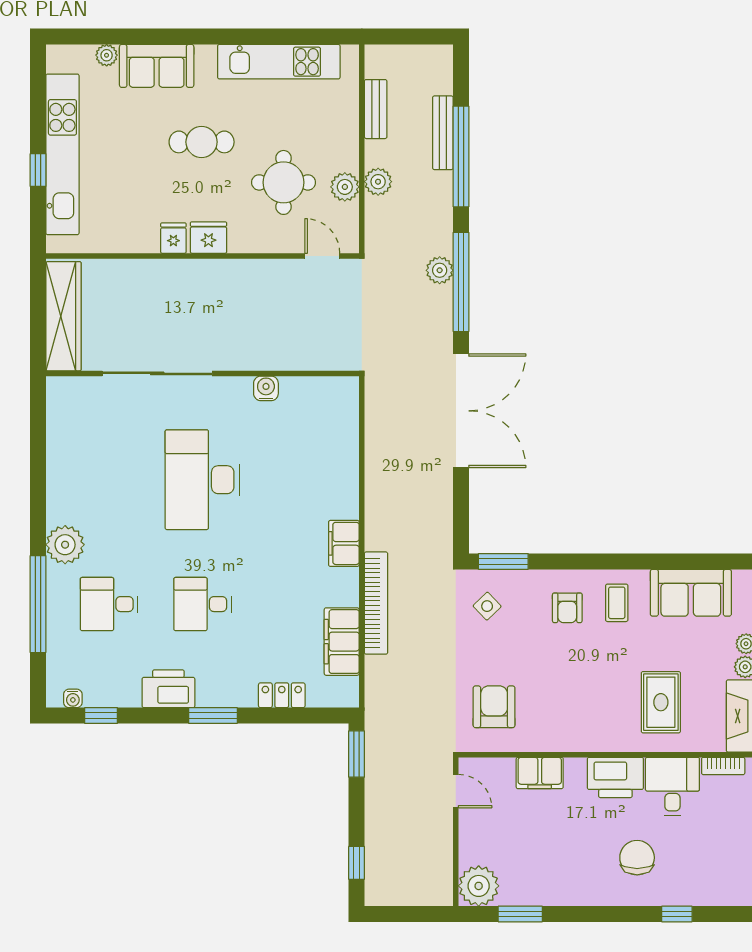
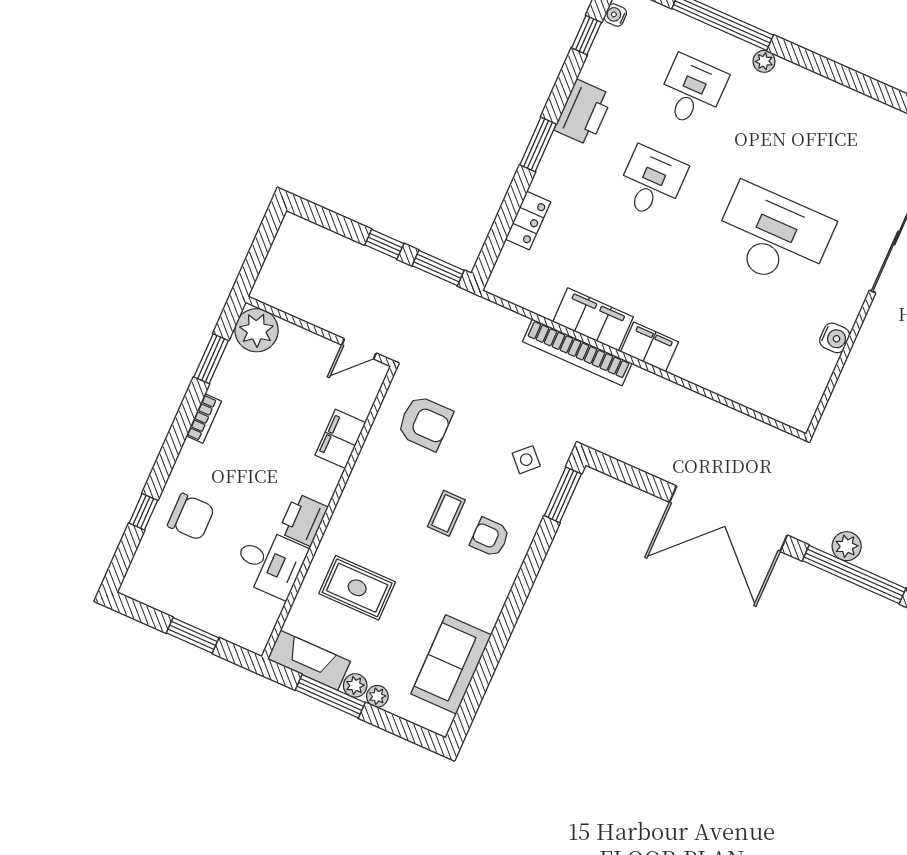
plant: (440, 270) -> (847, 546), moved
plant: (65, 545) -> (764, 61), width x0.53, depth x0.53
coffee table: (617, 603) -> (446, 513), moved, turned 90
filing cabinet: (342, 642) -> (593, 319), moved
bookcase: (723, 766) -> (204, 419), moved, turned 180
printer: (615, 777) -> (303, 520), width x0.73, depth x0.84
chair: (637, 858) -> (191, 517), moved
window: (357, 863) -> (384, 244), moved

